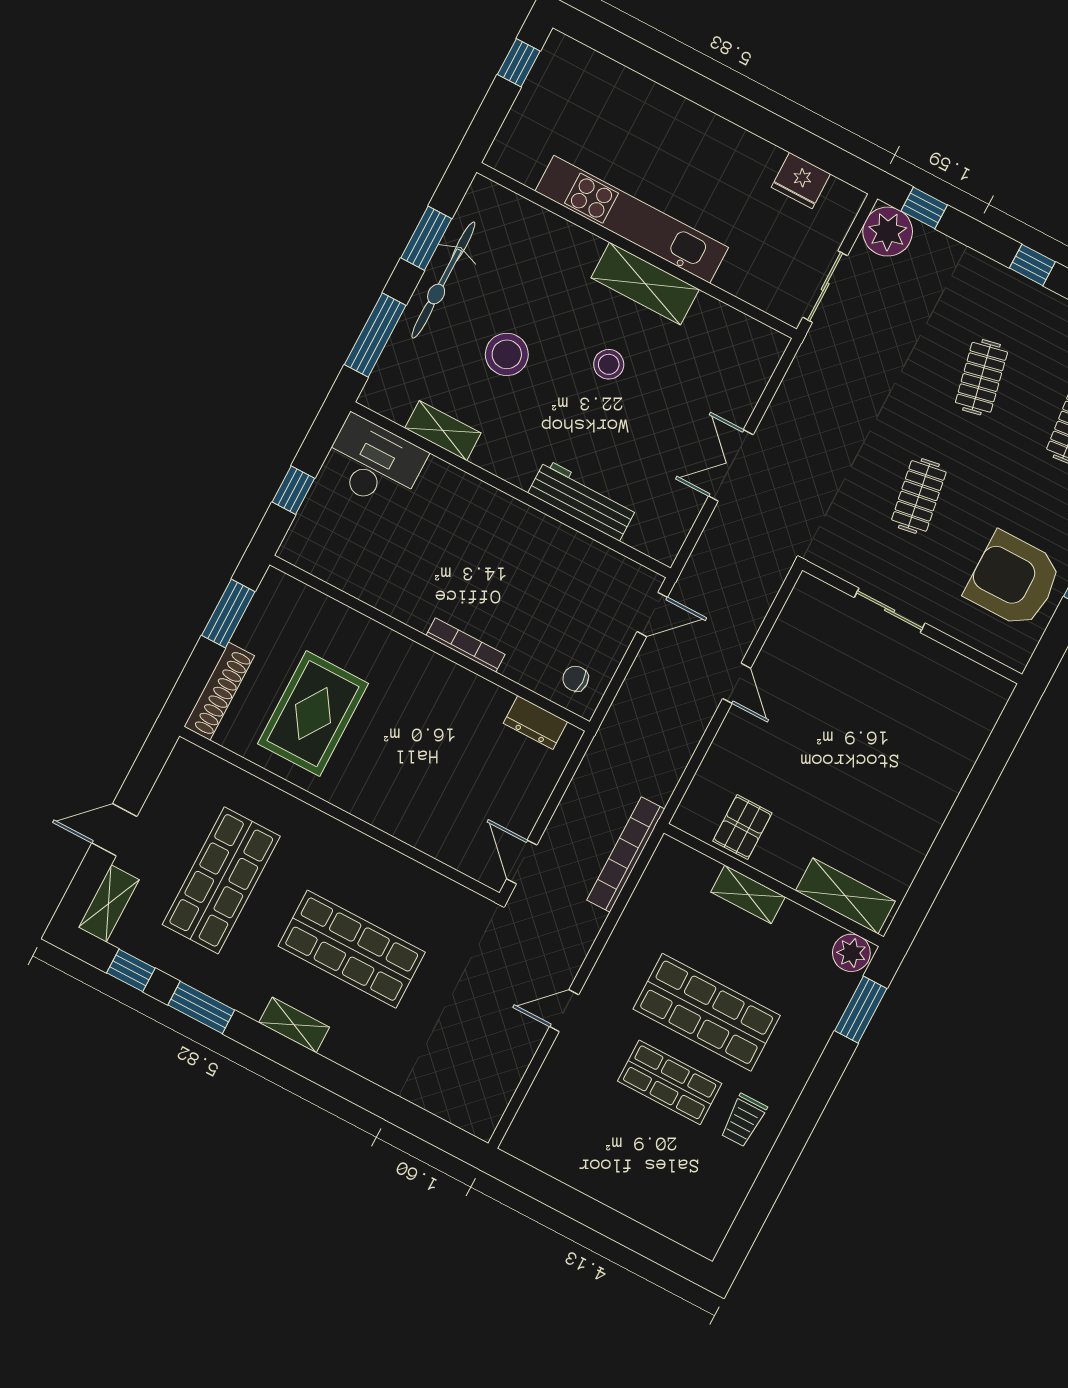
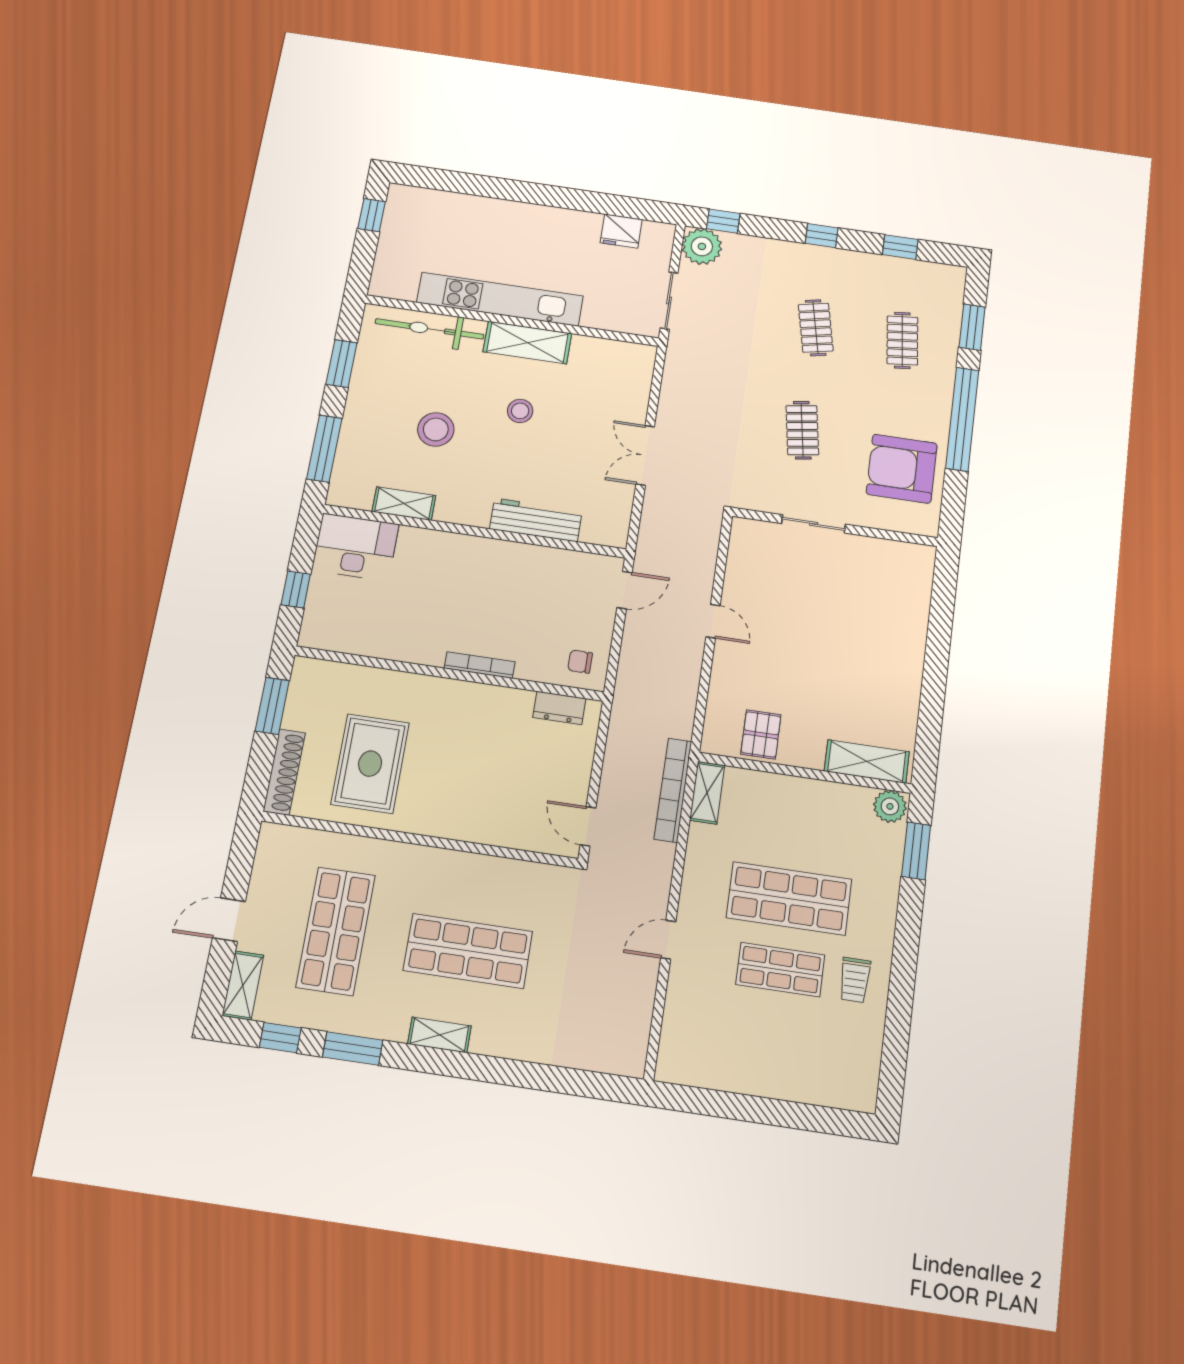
bicycle: (443, 280) -> (429, 329), moved, turned 90
shelving: (748, 894) -> (707, 793), moved, turned 90

